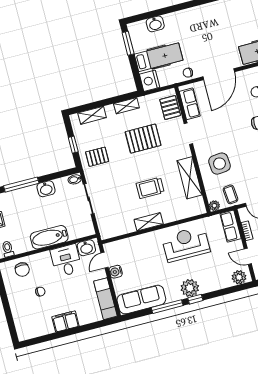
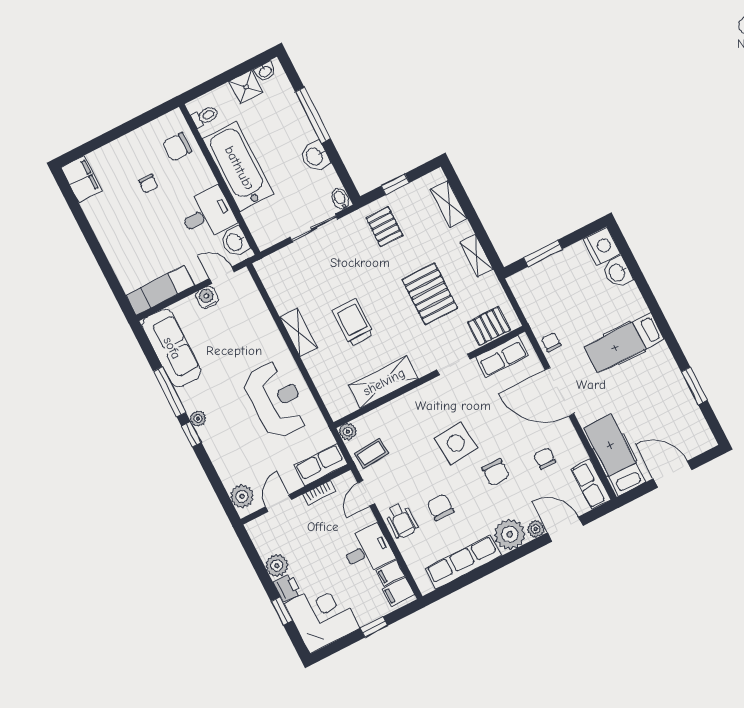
window: (128, 43) -> (543, 253), moved
hospital bed: (159, 57) -> (624, 343), moved, turned 90
nightstand: (150, 81) -> (602, 246), moved, turned 90
side table: (220, 164) -> (456, 443), moved
bathtub: (49, 237) -> (238, 166), width x1.36, depth x1.36
plant: (190, 288) -> (198, 419), width x0.53, depth x0.53
filing cabinet: (65, 321) -> (81, 179), moved

